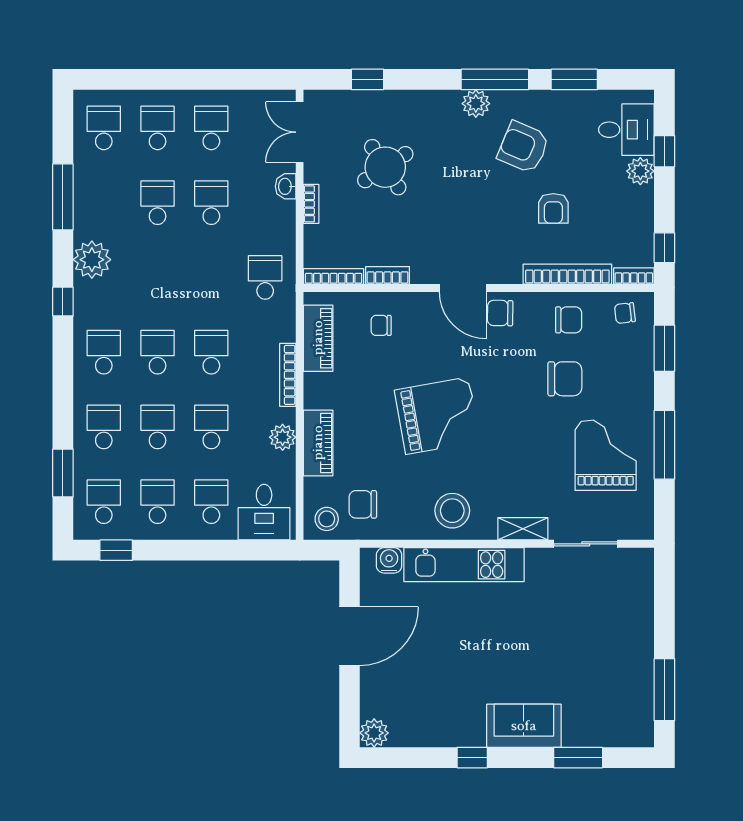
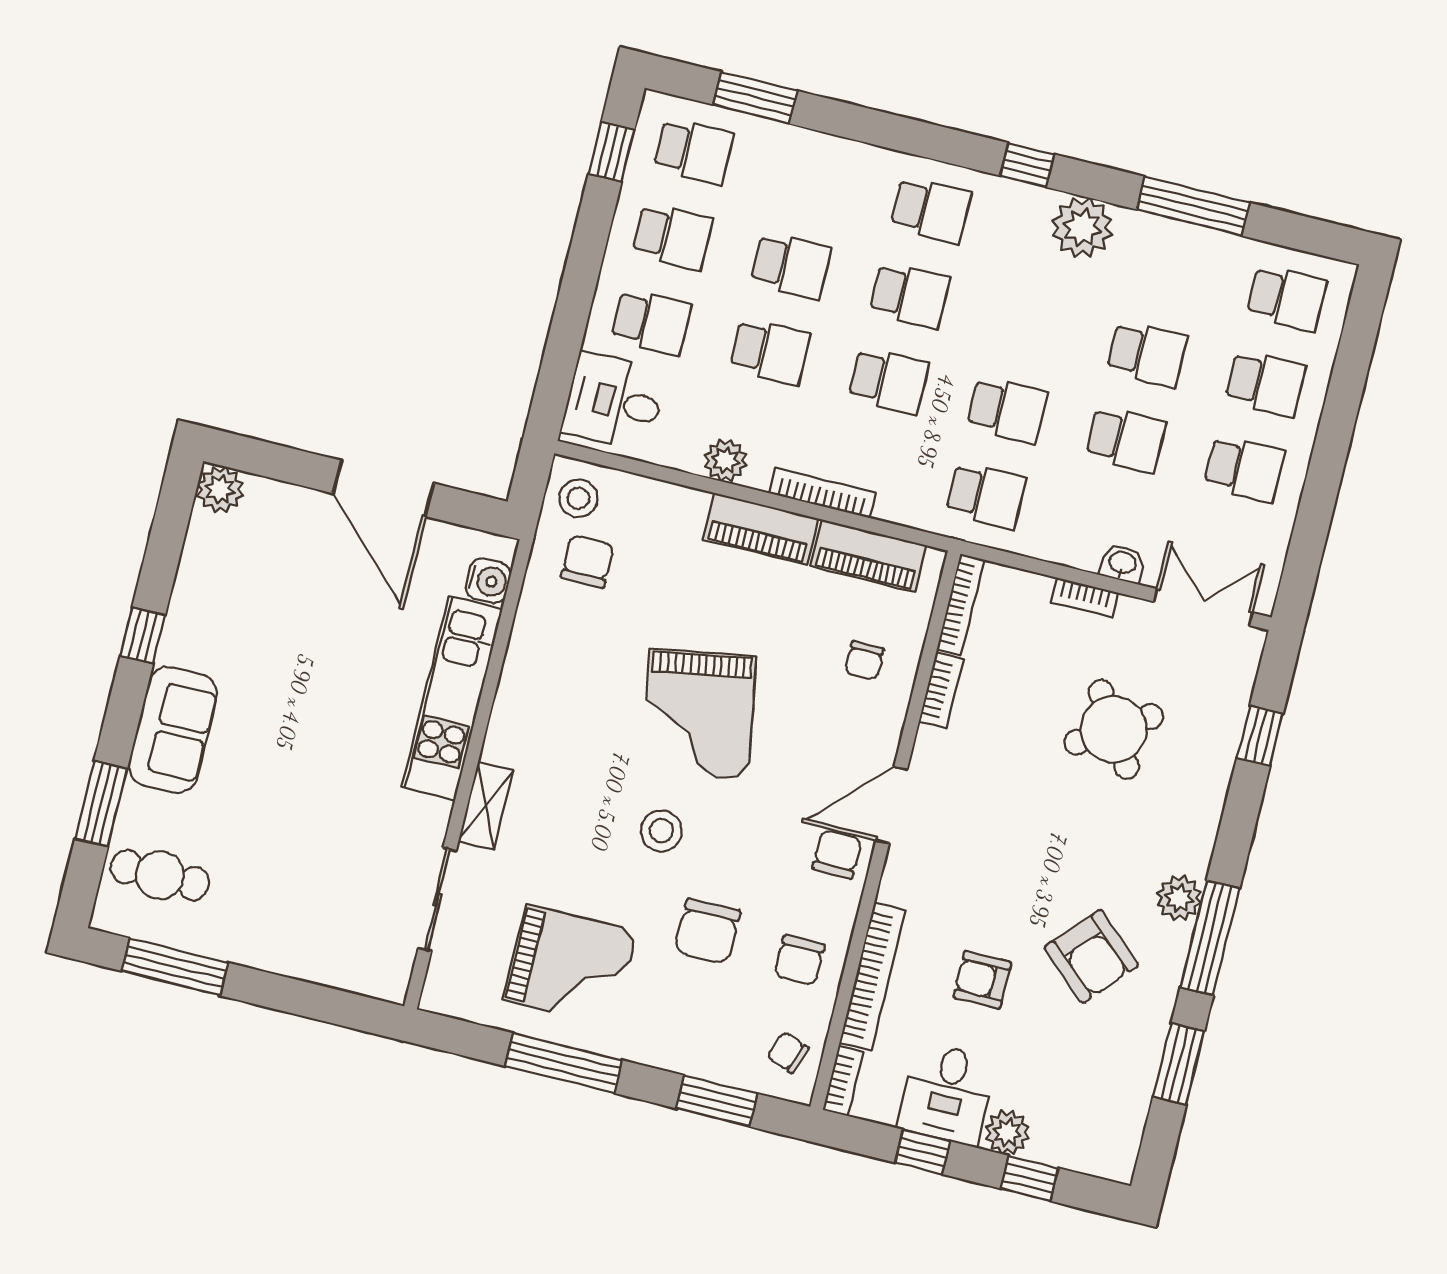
desk: (626, 130) -> (947, 1094), moved
armchair: (523, 147) -> (1091, 956), turned 109
window: (664, 248) -> (923, 1152), moved
chair: (625, 313) -> (788, 1052), turned -63
chair: (381, 325) -> (864, 661), turned 180
school desk: (104, 427) -> (1007, 410), moved
piano: (318, 443) -> (761, 529), moved
stool: (452, 511) -> (661, 831), moved, width x0.73, depth x0.73
cafe table: (612, 712) -> (160, 875), added

